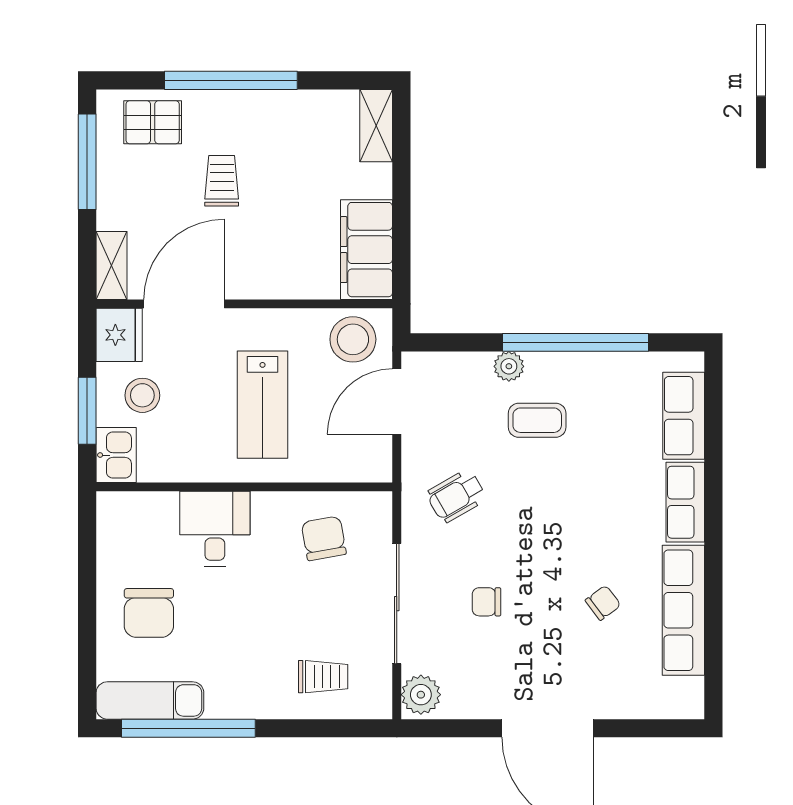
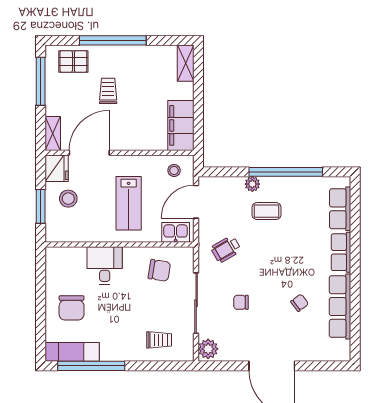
stool: (353, 339) -> (174, 171), width x0.53, depth x0.53
kitchen sink: (116, 455) -> (176, 232), moved, turned -90
chair: (324, 538) -> (159, 270), turned 109

